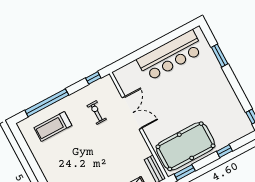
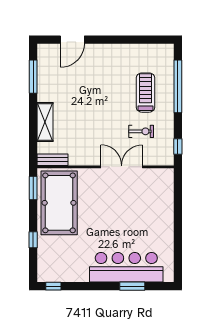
bar counter: (170, 56) -> (126, 267), moved, turned 90
double door: (132, 113) -> (122, 167), swing flipped
treadmill: (53, 127) -> (146, 93), moved

